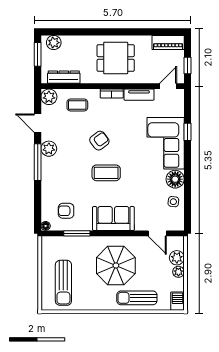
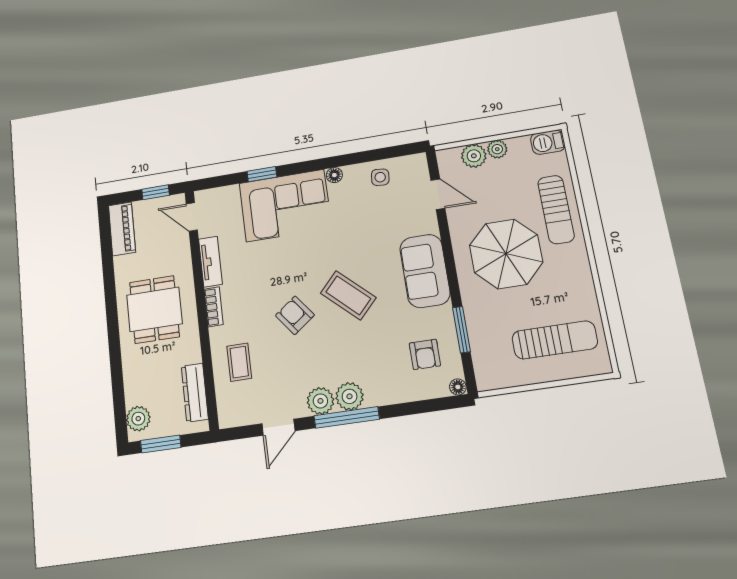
plant: (49, 97) -> (350, 396), moved
coffee table: (106, 173) -> (348, 295), turned -47
floor lamp: (175, 179) -> (334, 175), width x0.53, depth x0.53
door: (157, 233) -> (438, 194), hinge flipped

